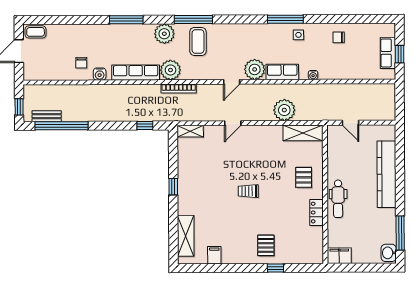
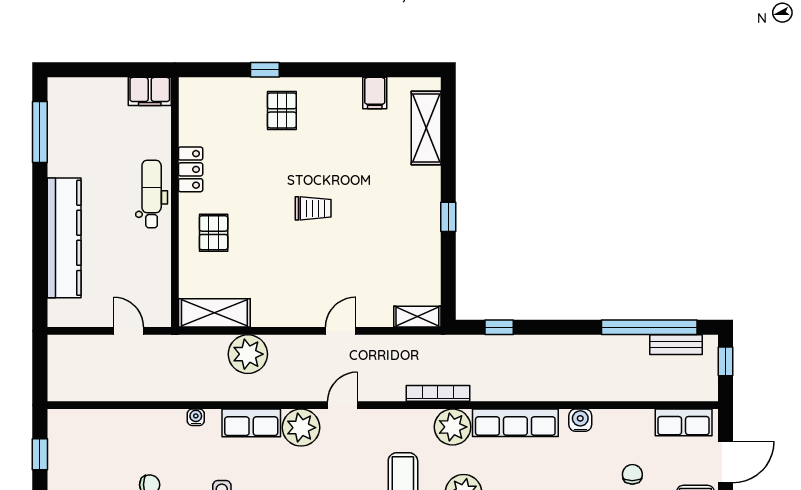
row of seats: (388, 53) -> (684, 422), moved, turned 90
chair: (81, 63) -> (632, 474), moved
washbasin: (389, 253) -> (61, 96), removed

